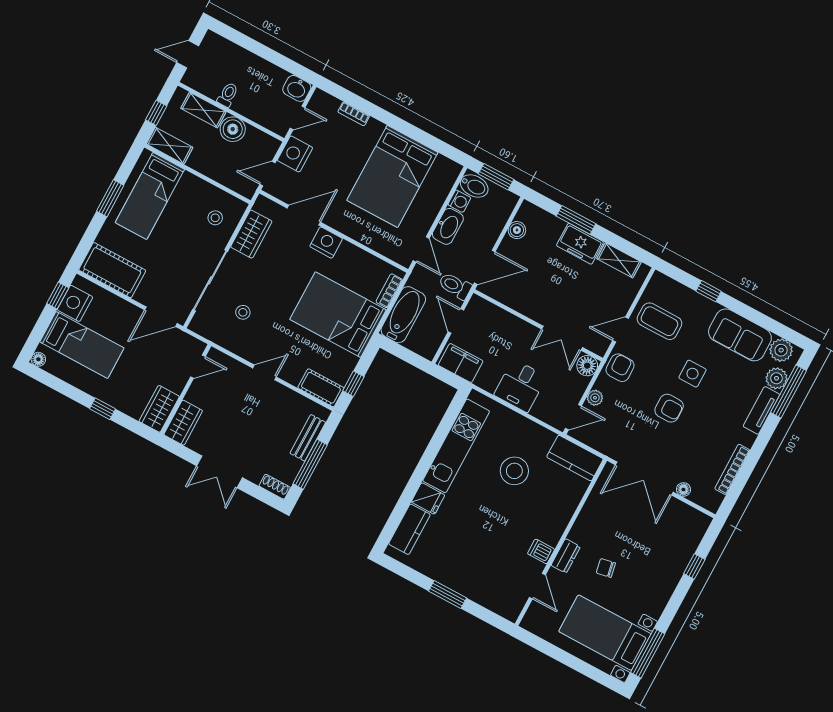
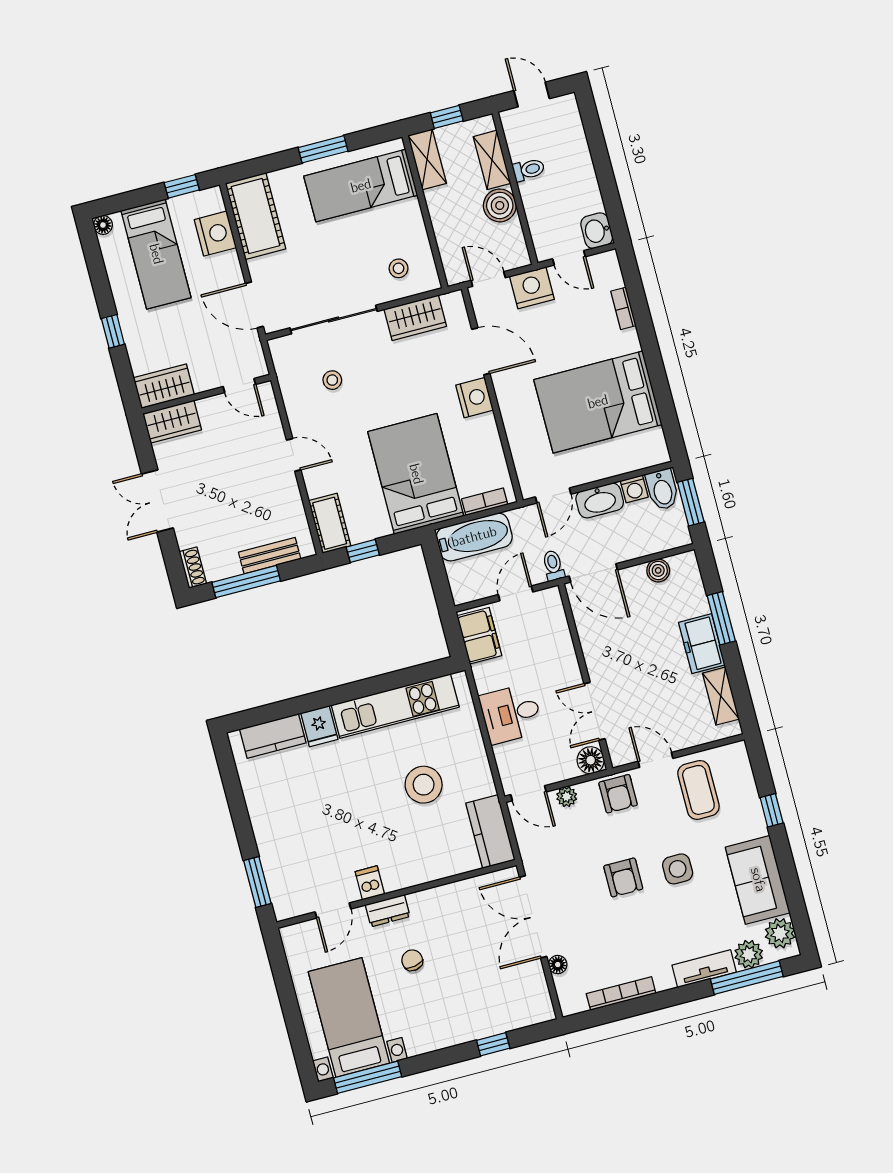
toilet: (455, 286) -> (553, 566), width x0.73, depth x0.72
nightstand: (75, 303) -> (215, 234), moved, turned 90
armchair: (620, 368) -> (618, 794), turned 90
window: (447, 595) -> (257, 882), moved

